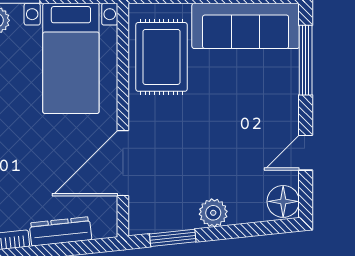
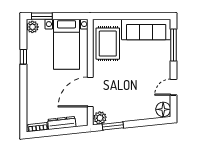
plant: (213, 213) -> (100, 118), moved

